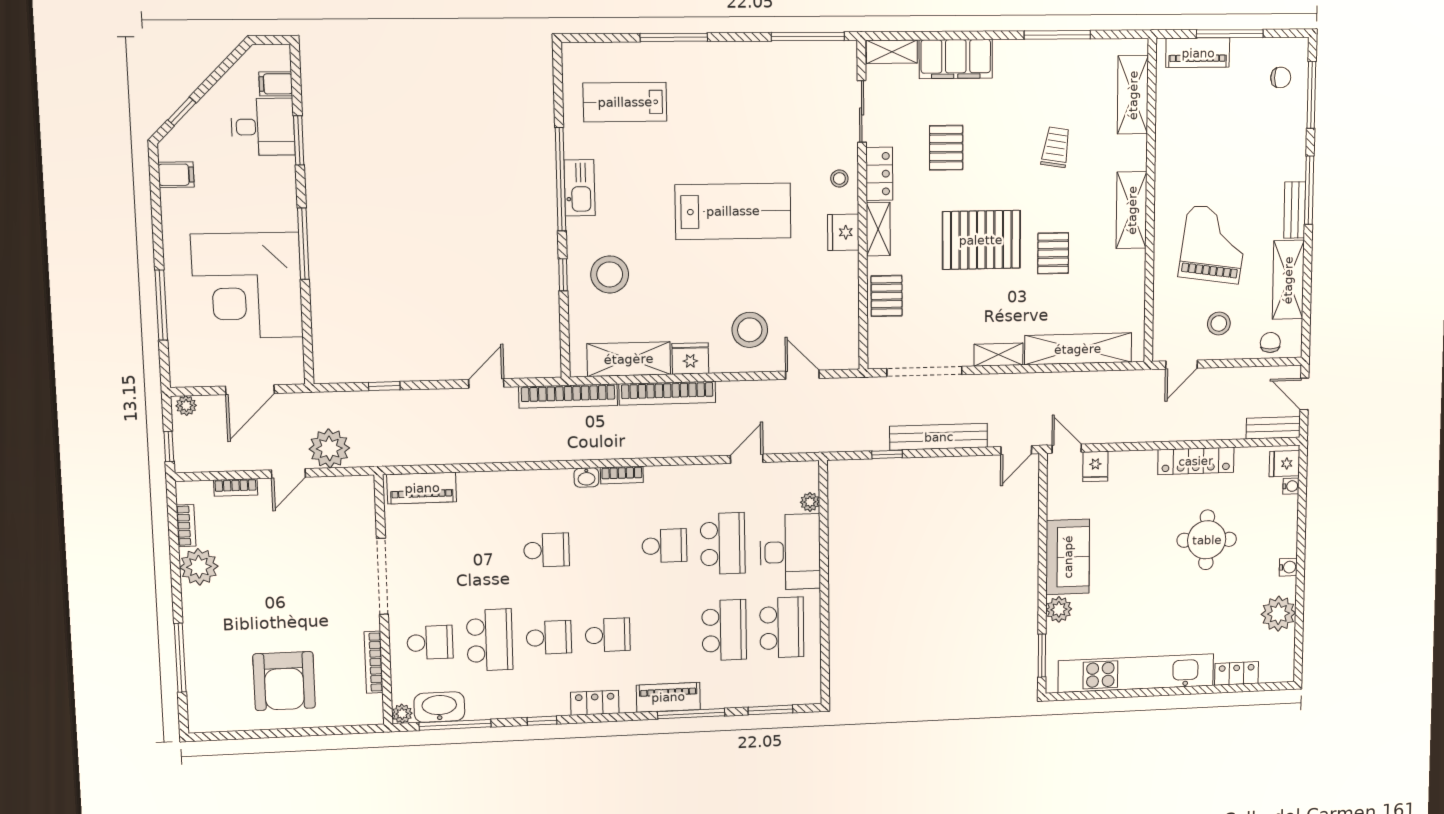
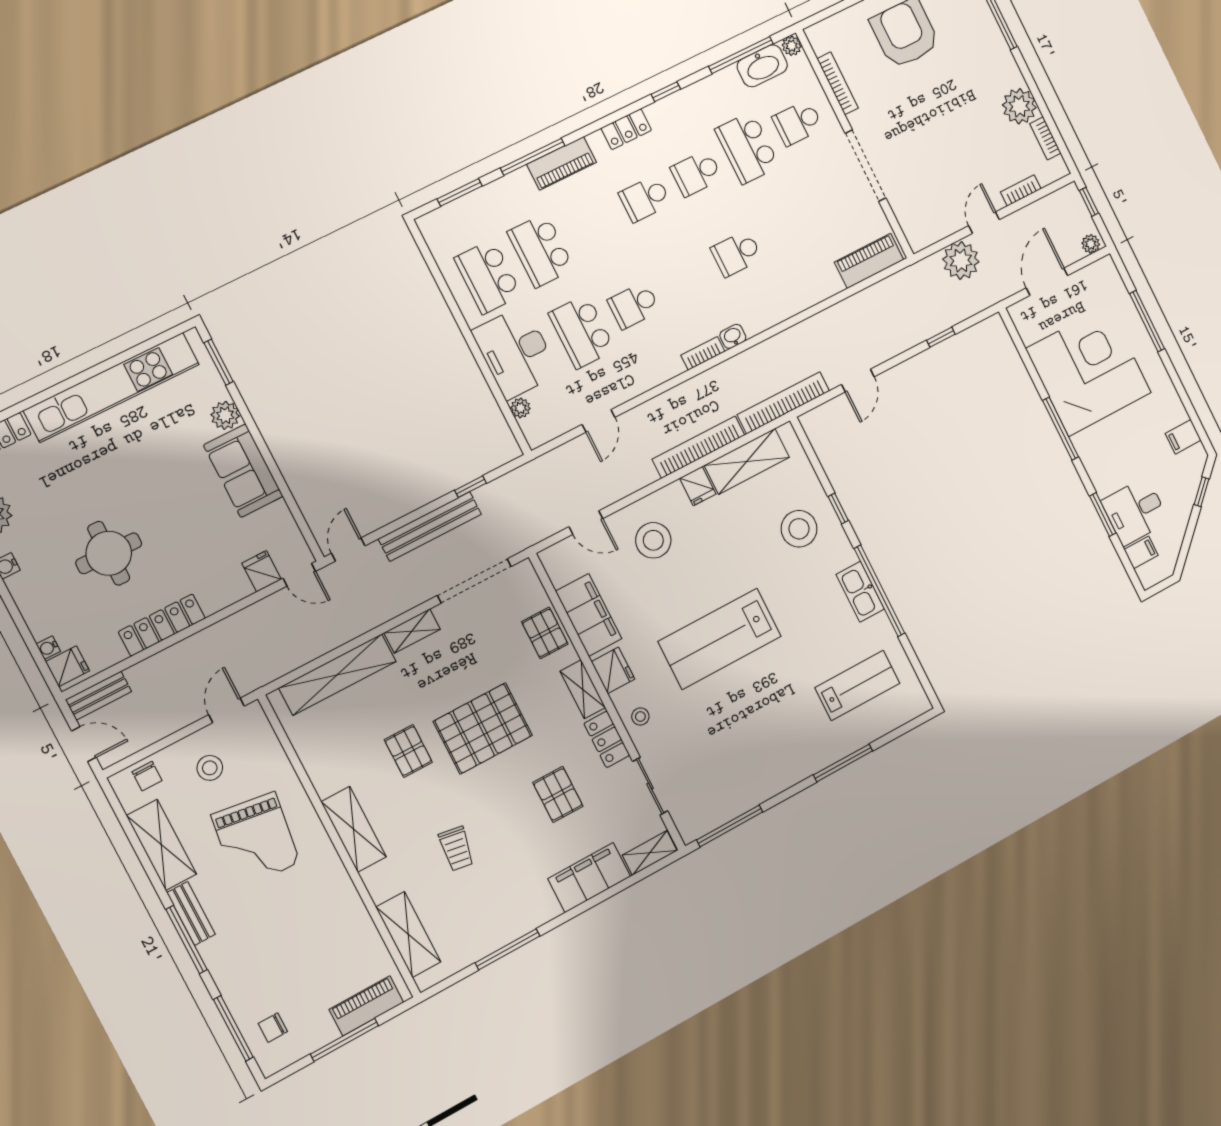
filing cabinet: (840, 292) -> (589, 615), added
fridge: (690, 358) -> (698, 486), width x0.72

